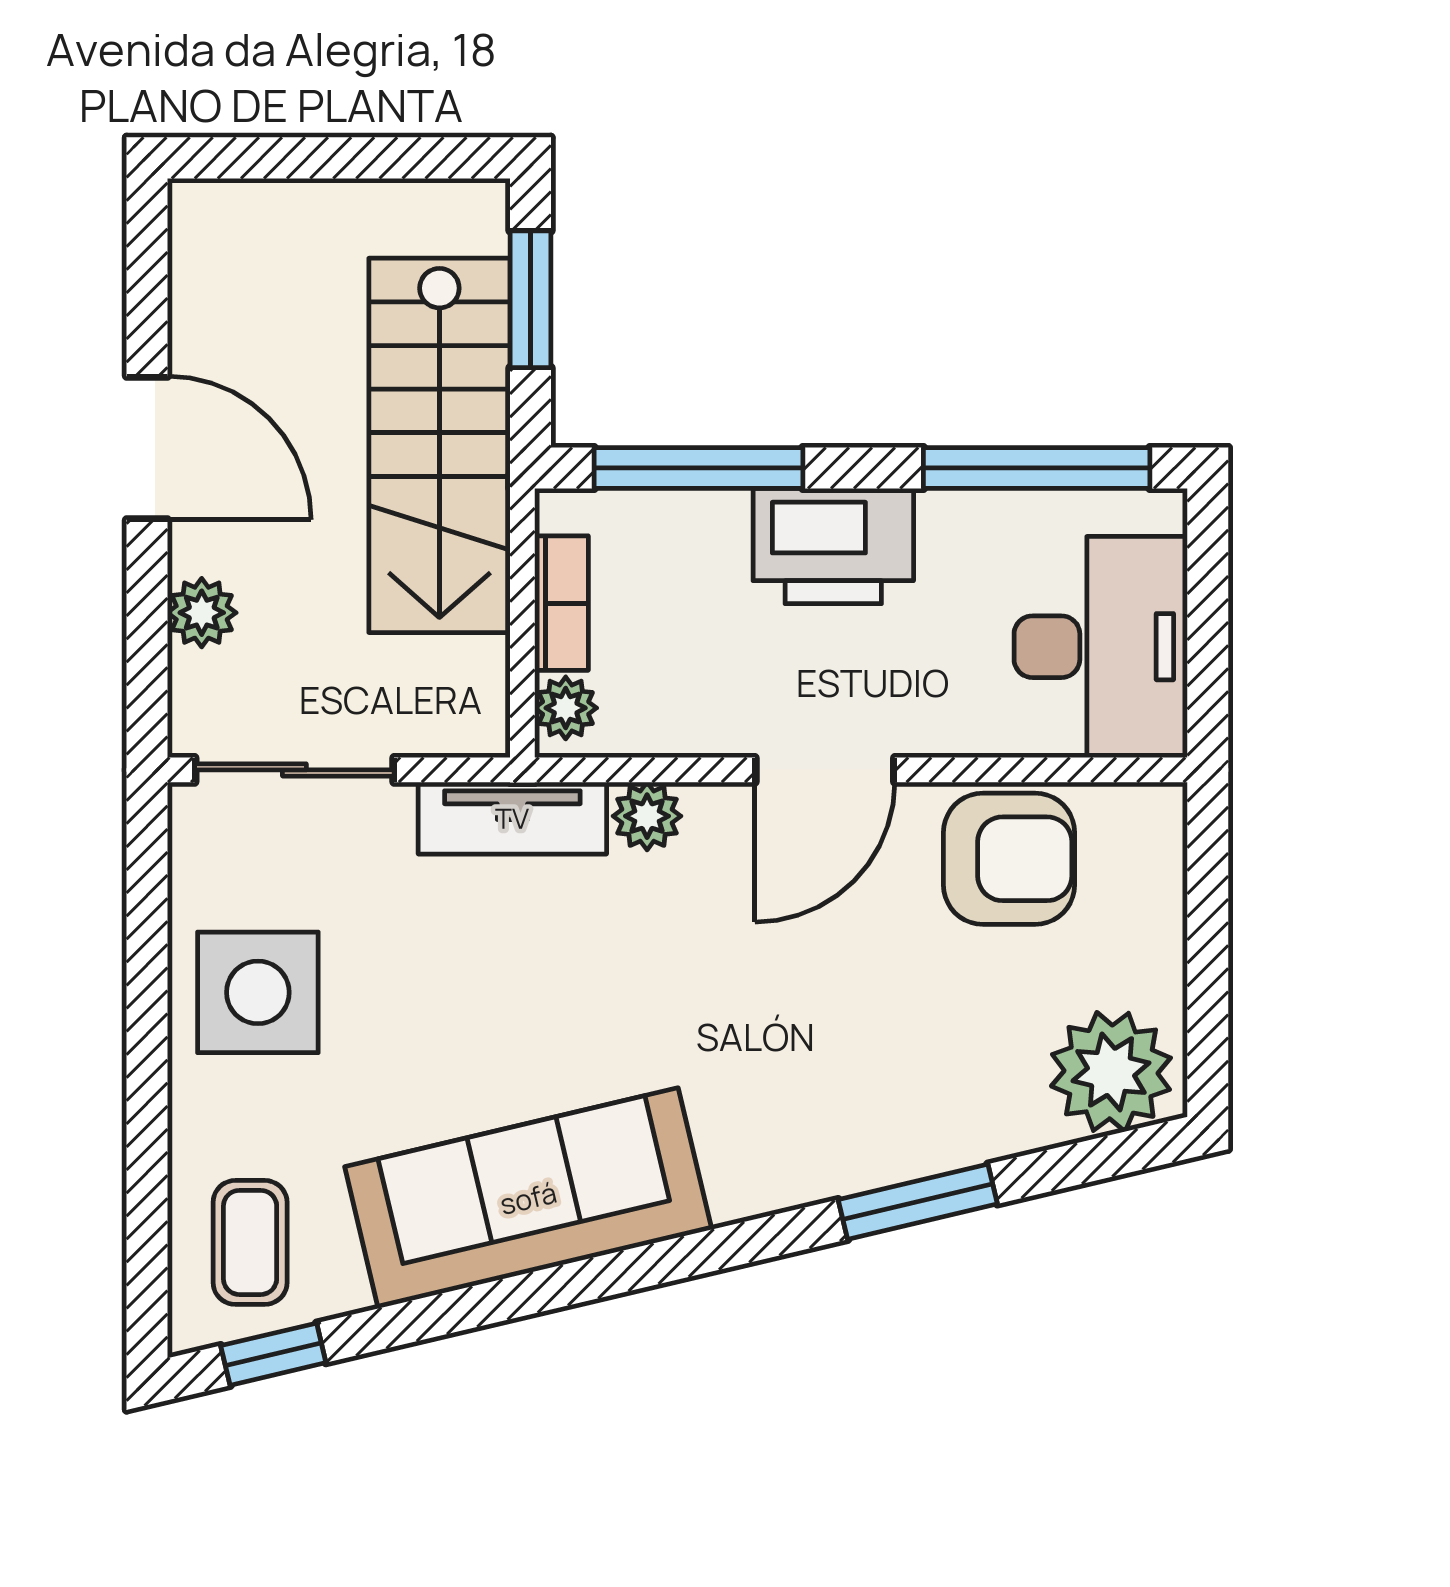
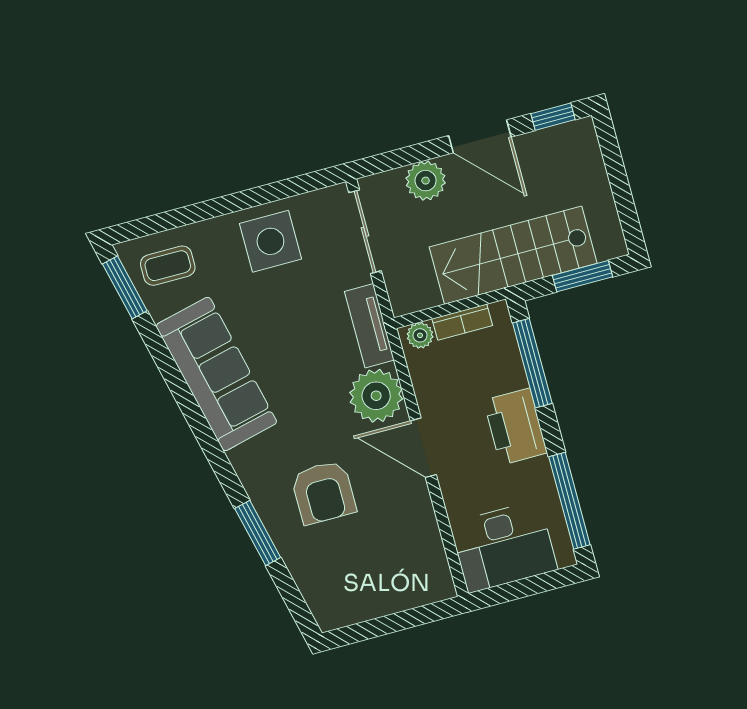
window: (147, 268) -> (553, 117), added
door: (147, 448) -> (480, 136), hinge flipped
plant: (202, 613) -> (426, 181), width x1.38, depth x1.38
plant: (647, 816) -> (376, 396), width x1.87, depth x1.87
armchair: (1009, 859) -> (324, 492), moved
plant: (1111, 1072) -> (332, 597), removed
window: (273, 1354) -> (125, 287), width x1.50

